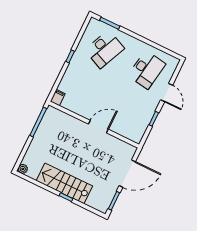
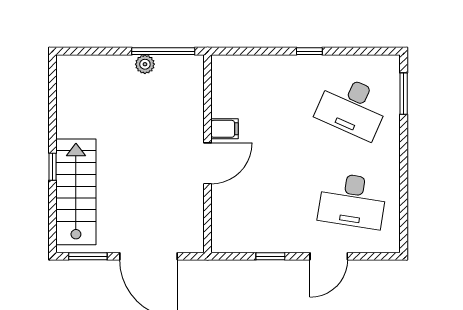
filing cabinet: (58, 98) -> (225, 129), moved
door: (98, 127) -> (208, 163), hinge flipped
plant: (23, 169) -> (145, 64), moved
stairs: (64, 183) -> (76, 192), moved

